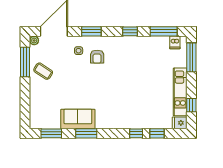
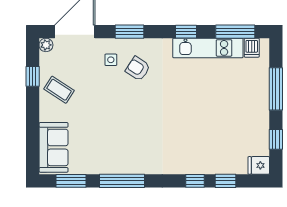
armchair: (97, 57) -> (138, 69), turned 123
window: (191, 57) -> (276, 89), moved
window: (25, 62) -> (33, 76), width x0.46
kitchen unit: (180, 92) -> (208, 48), moved, turned -90
sofa: (78, 119) -> (54, 147), moved, turned 90
window: (86, 133) -> (122, 181), width x1.44

